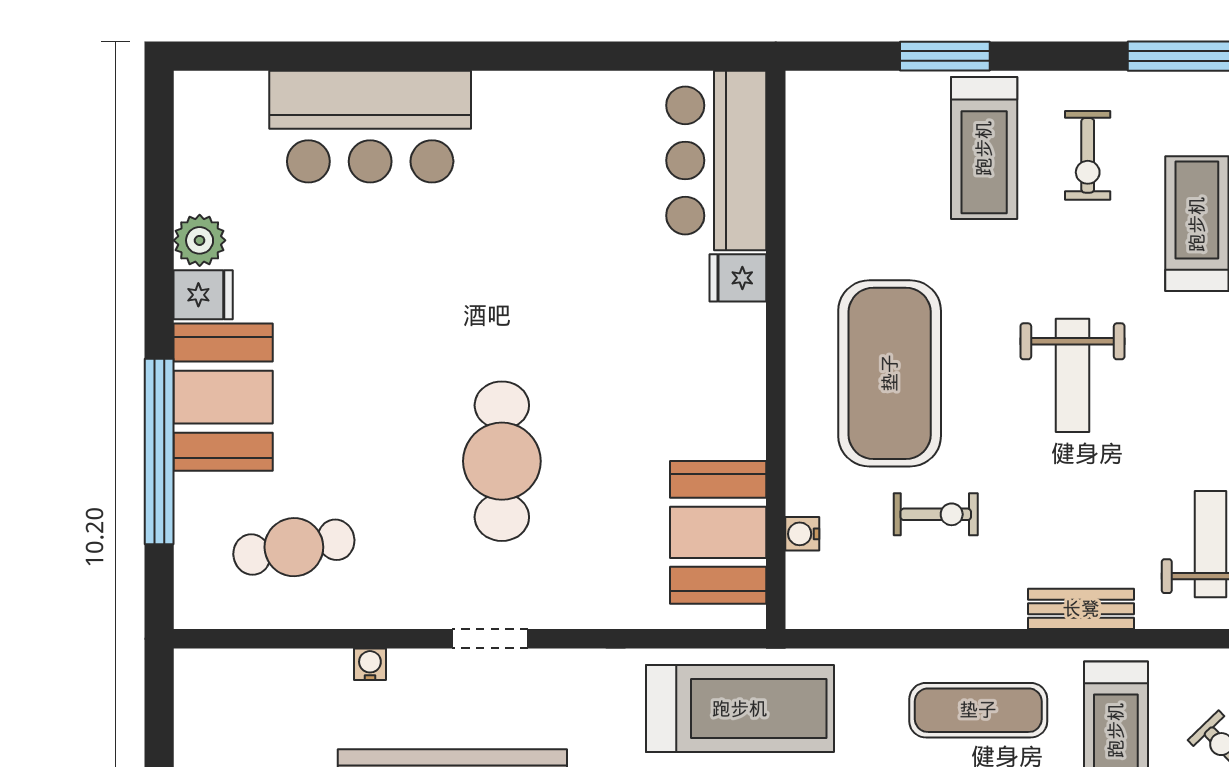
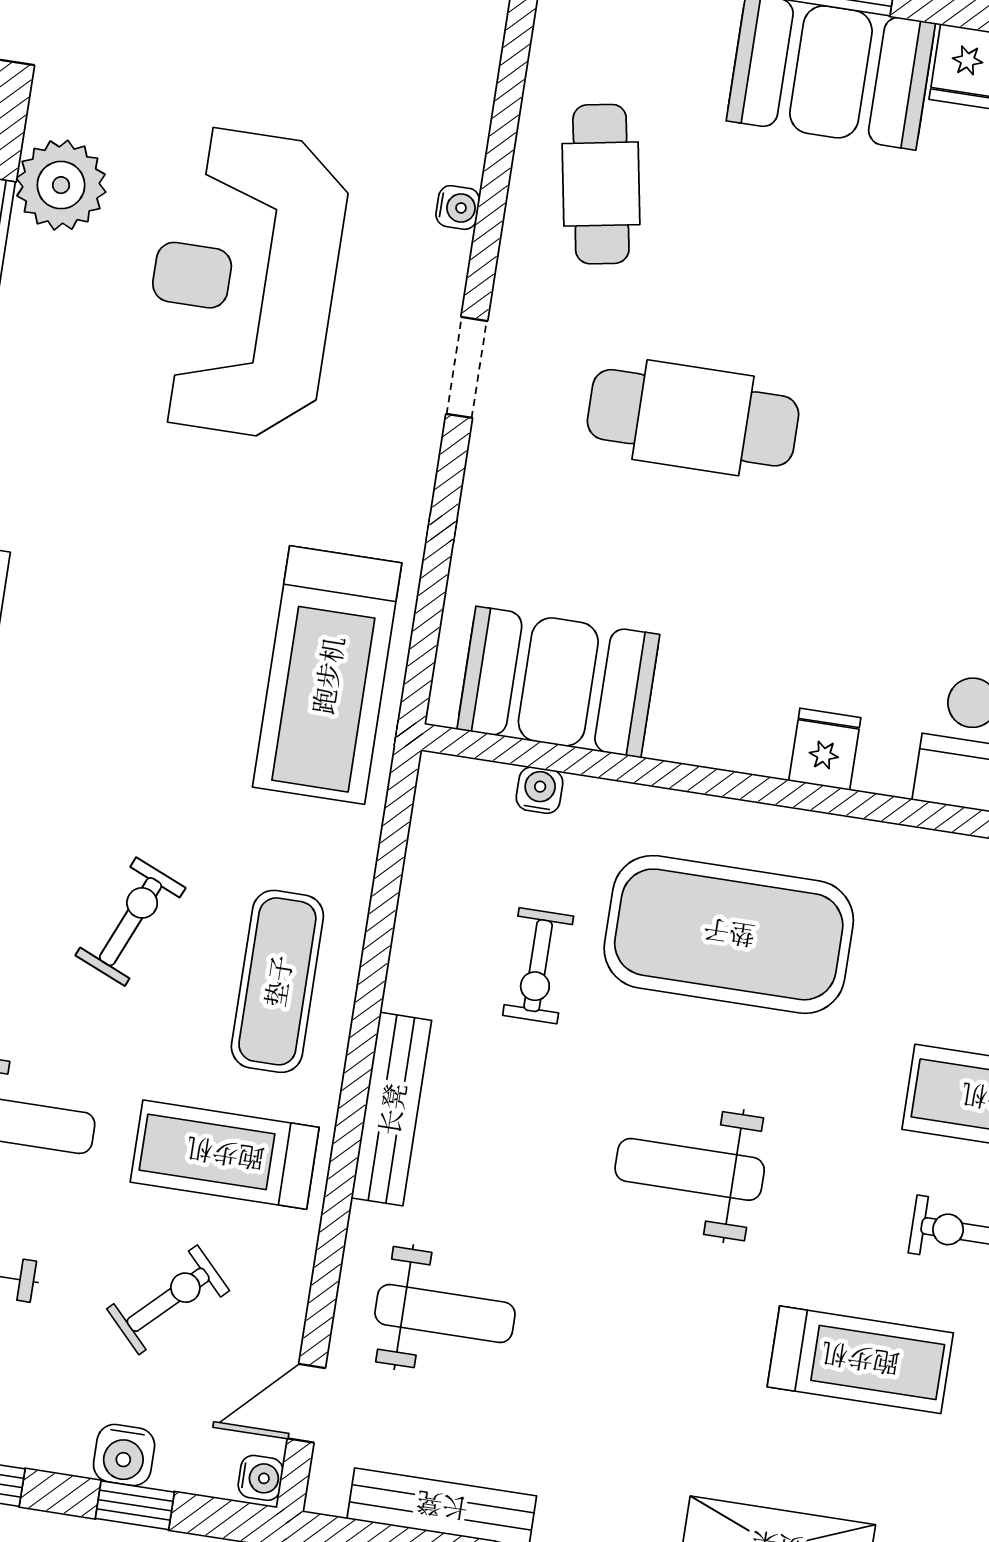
fridge: (738, 278) -> (825, 749), moved
cafe table: (294, 547) -> (601, 184), moved
bench: (1081, 609) -> (391, 1109), width x1.36

